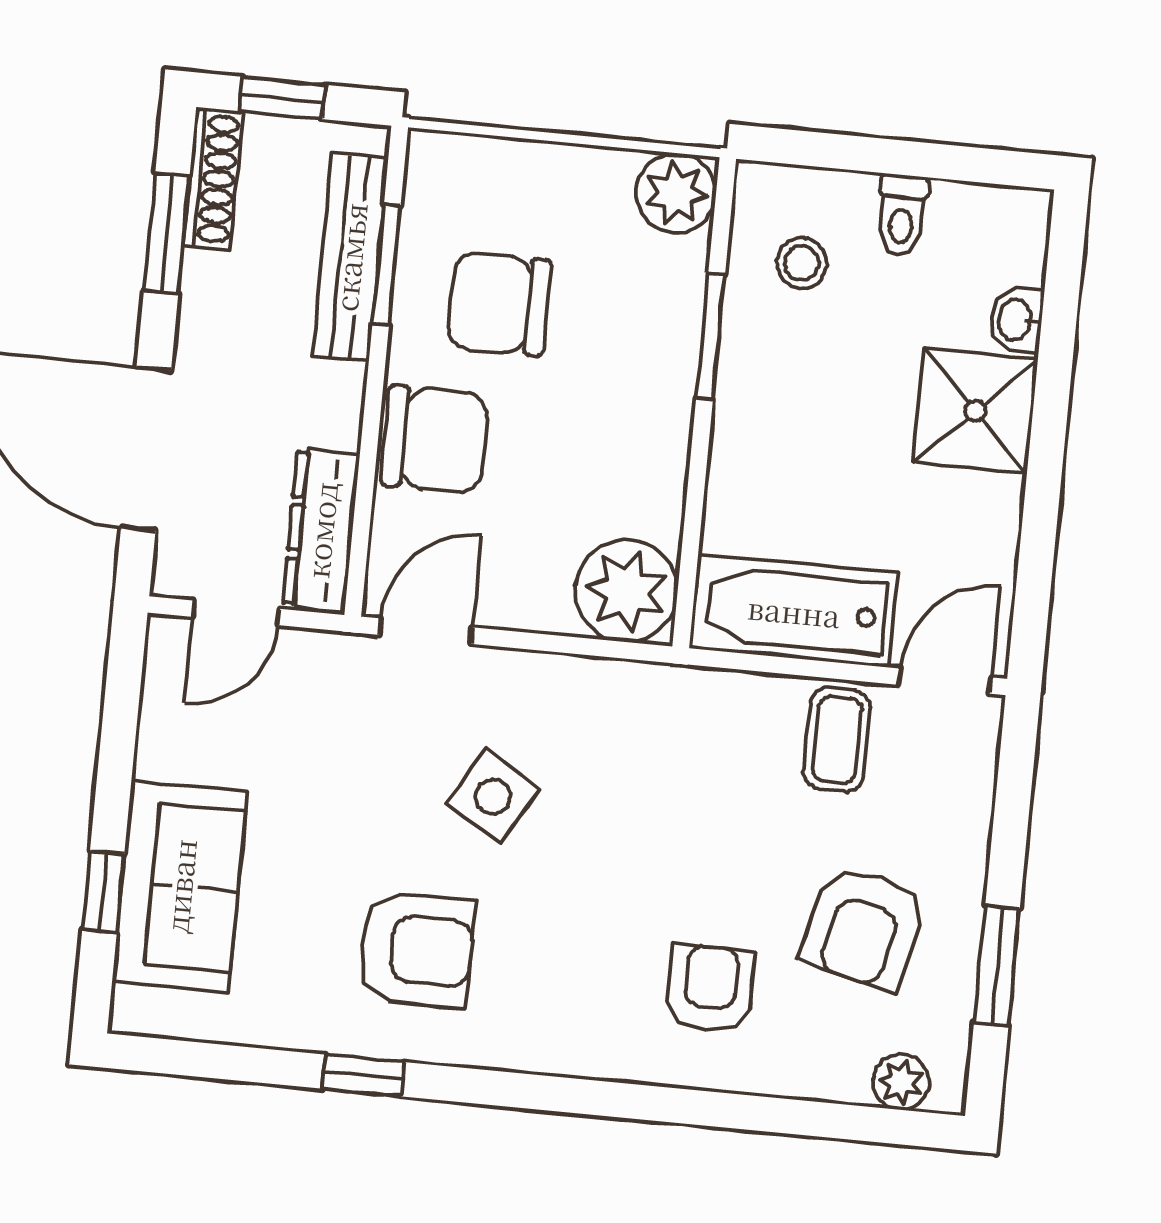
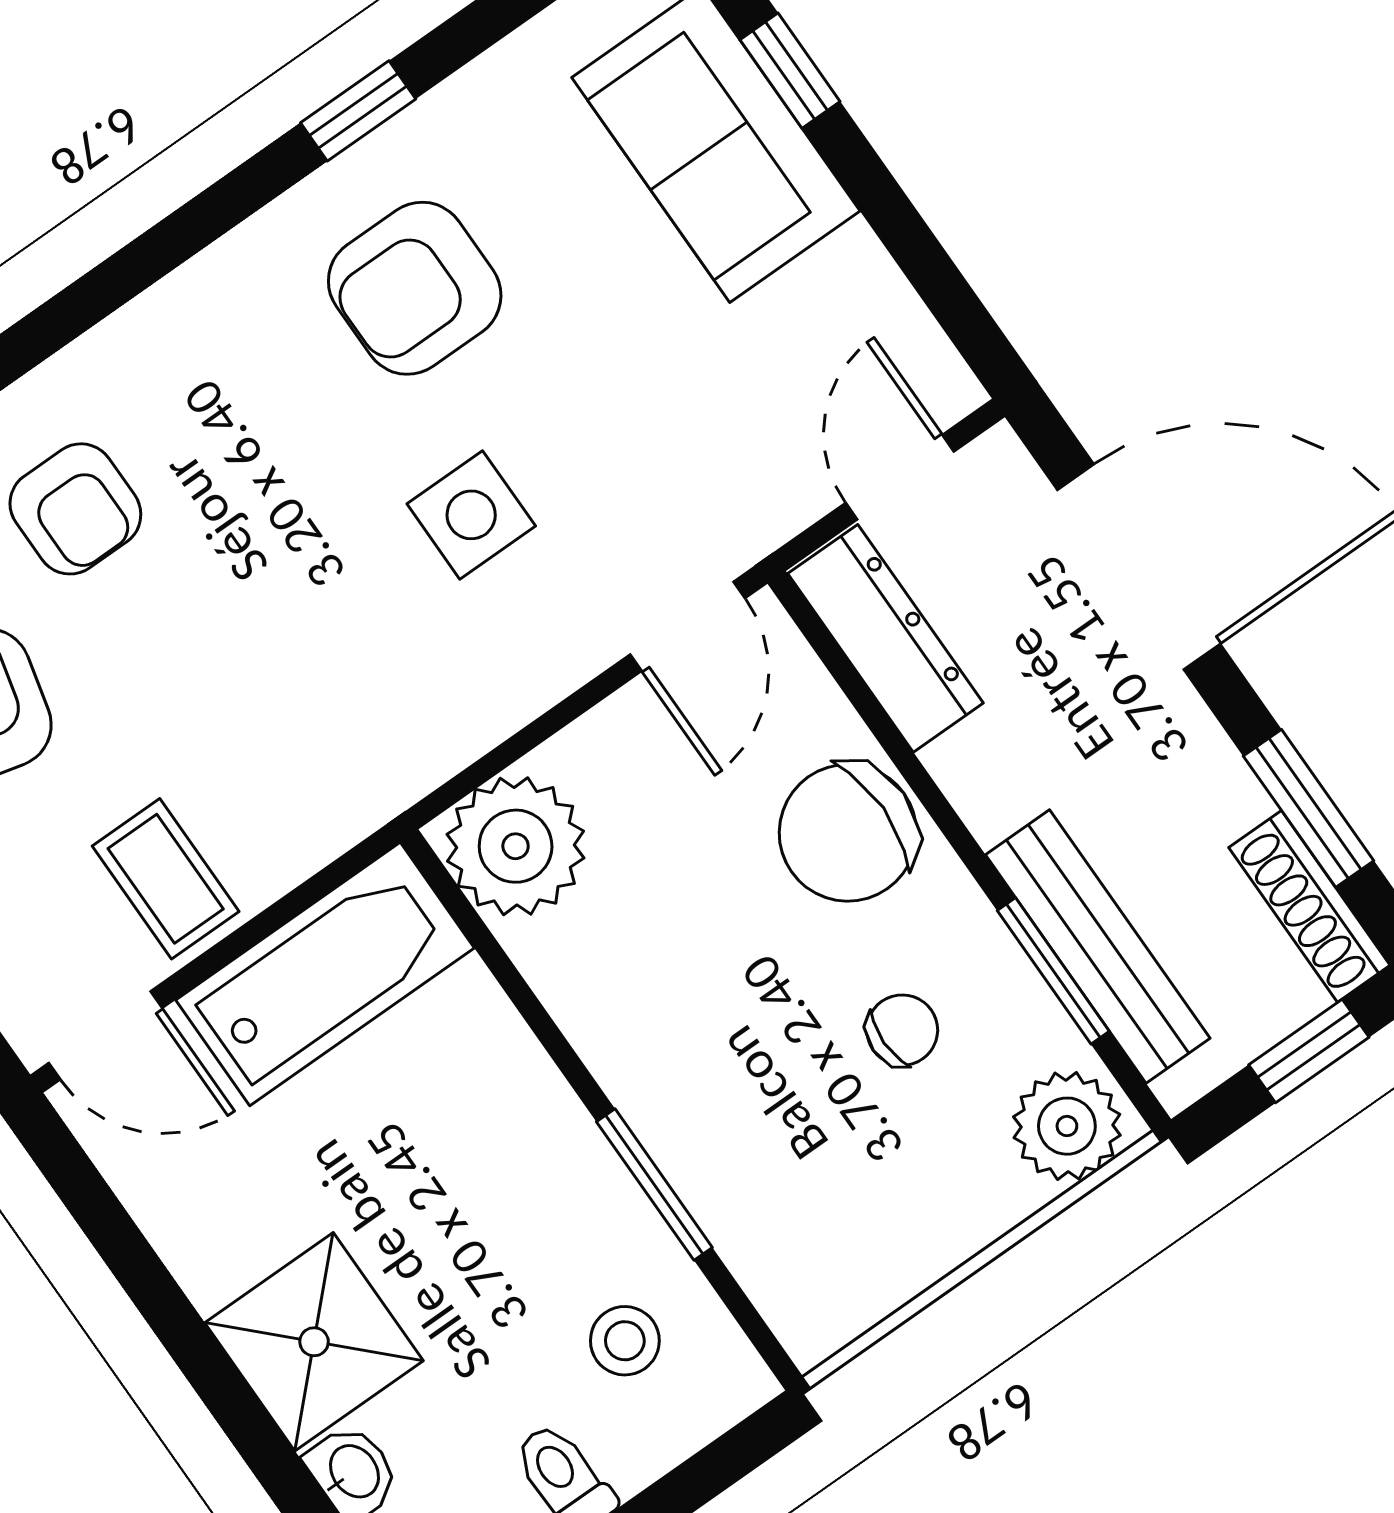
plant: (676, 193) -> (1067, 1126), moved
chair: (499, 304) -> (902, 1030), width x0.54, depth x0.54
door: (945, 681) -> (105, 1035), hinge flipped
side table: (493, 796) -> (471, 515), turned -31

